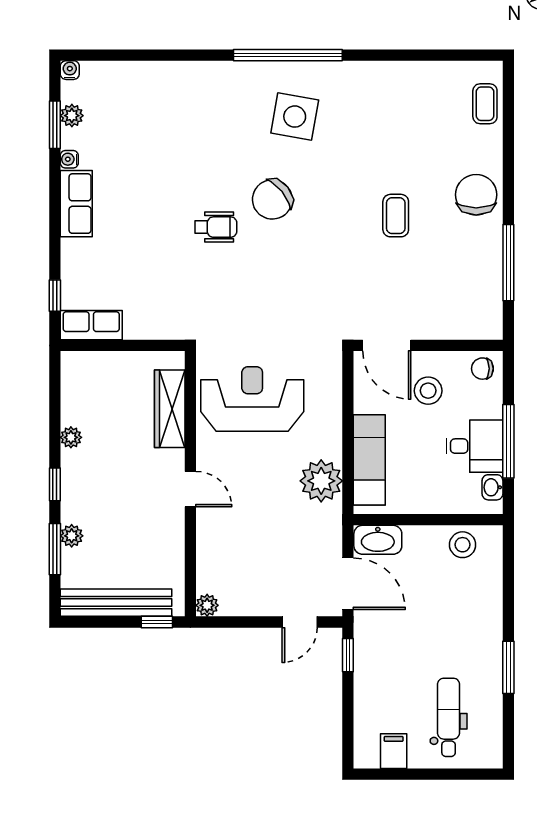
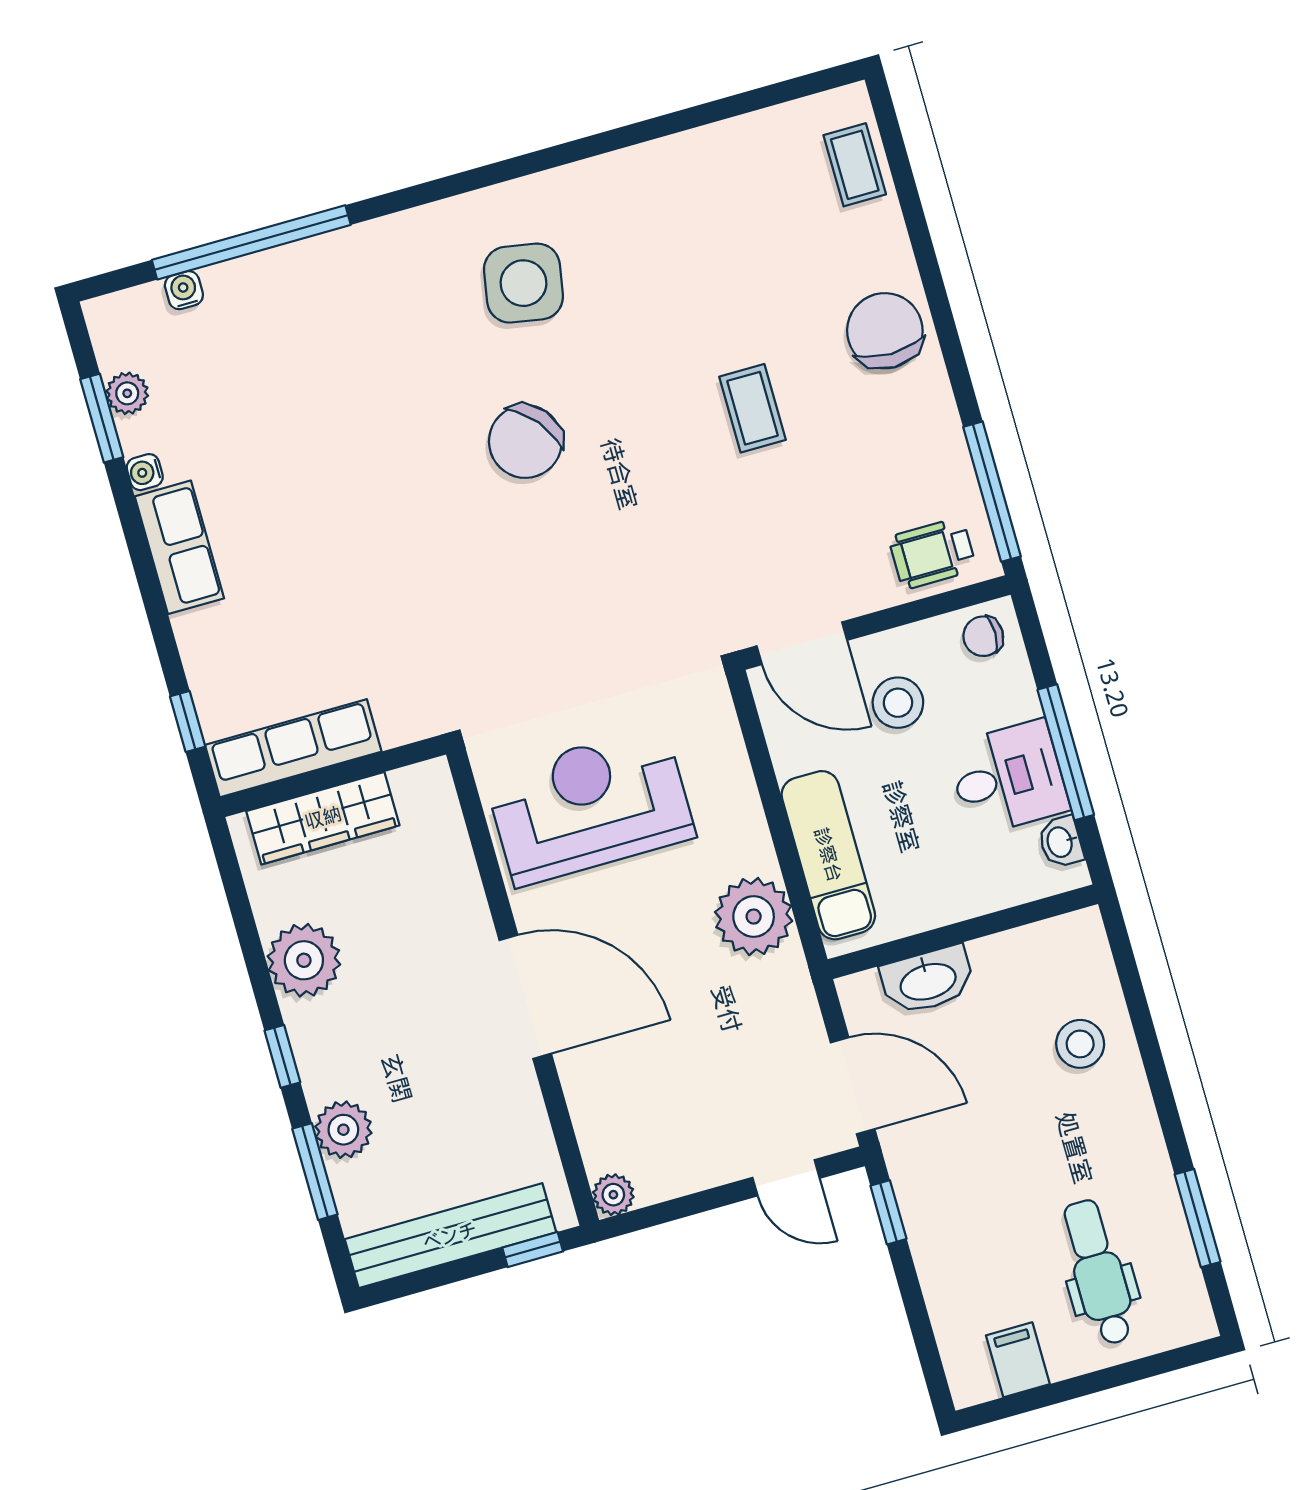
window: (288, 55) -> (251, 242), moved
water cooler: (70, 70) -> (184, 290), moved
wheelchair: (216, 227) -> (933, 553), moved, turned 180
window: (508, 263) -> (992, 492), moved
row of seats: (91, 325) -> (293, 748), width x1.48
wardrobe: (170, 409) -> (323, 818), moved, turned -90
plant: (71, 437) -> (304, 960), width x1.87, depth x1.87
door: (190, 489) -> (525, 997), width x1.87
plant: (72, 536) -> (343, 1130), width x1.38, depth x1.38
washbasin: (378, 540) -> (928, 980), moved
stool: (463, 545) -> (1080, 1044), moved
door: (300, 622) -> (786, 1178), hinge flipped
window: (508, 667) -> (1198, 1218), moved

